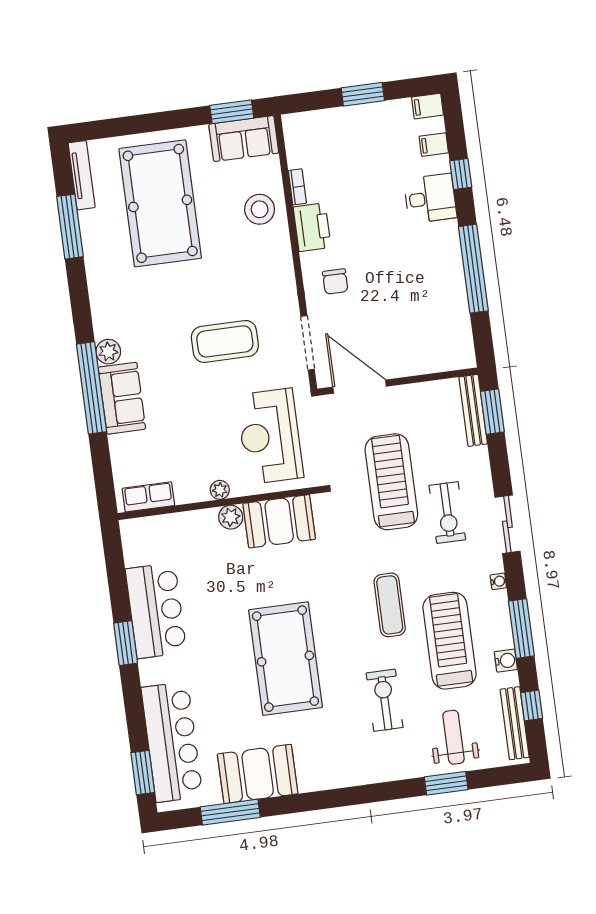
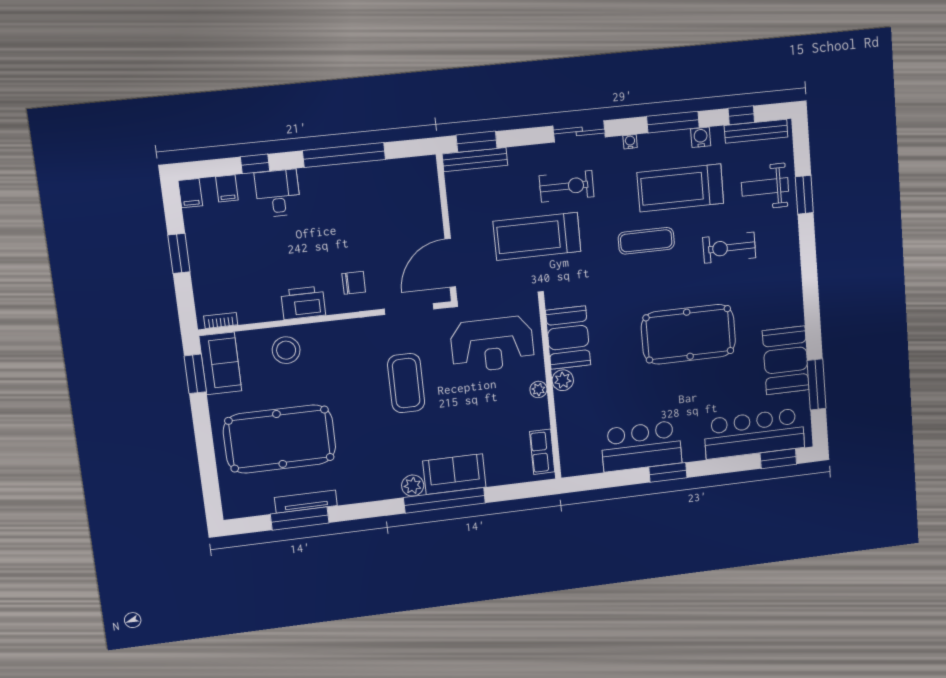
tv unit: (82, 175) -> (306, 502), moved
bookcase: (297, 187) -> (221, 320), moved

